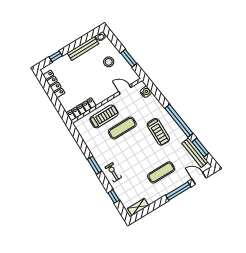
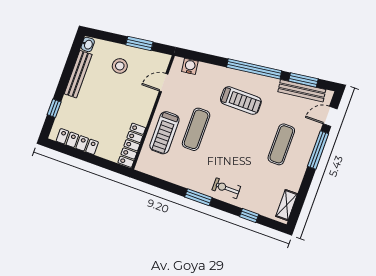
treadmill: (104, 116) -> (164, 133), turned 180

